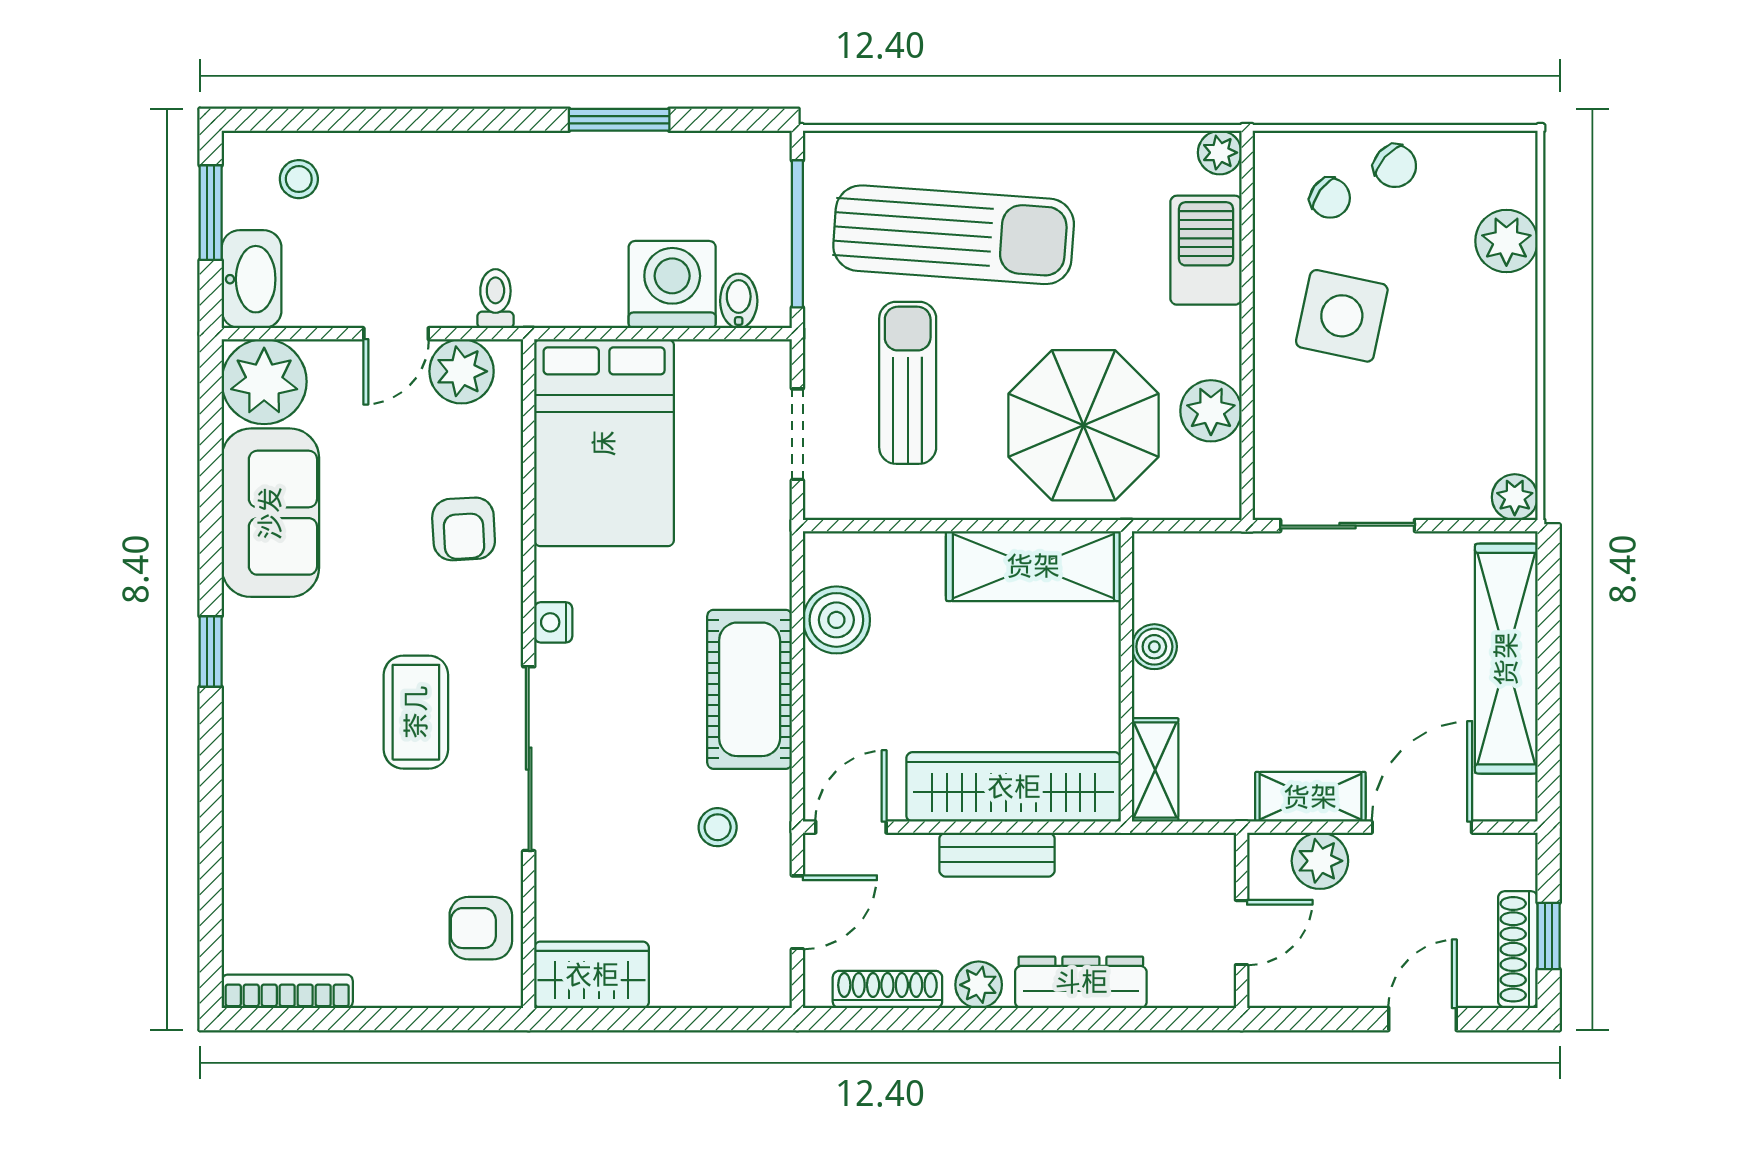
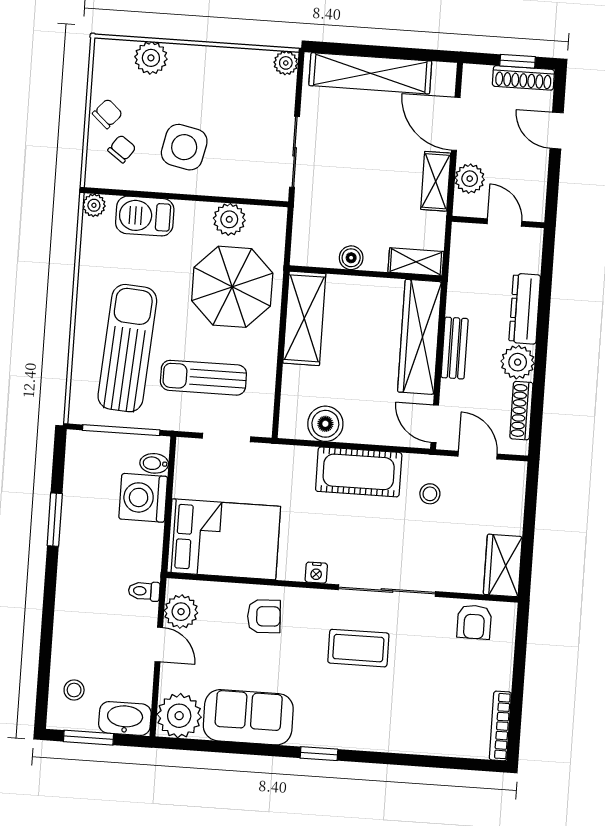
plant: (979, 985) -> (518, 362), width x1.38, depth x1.38

